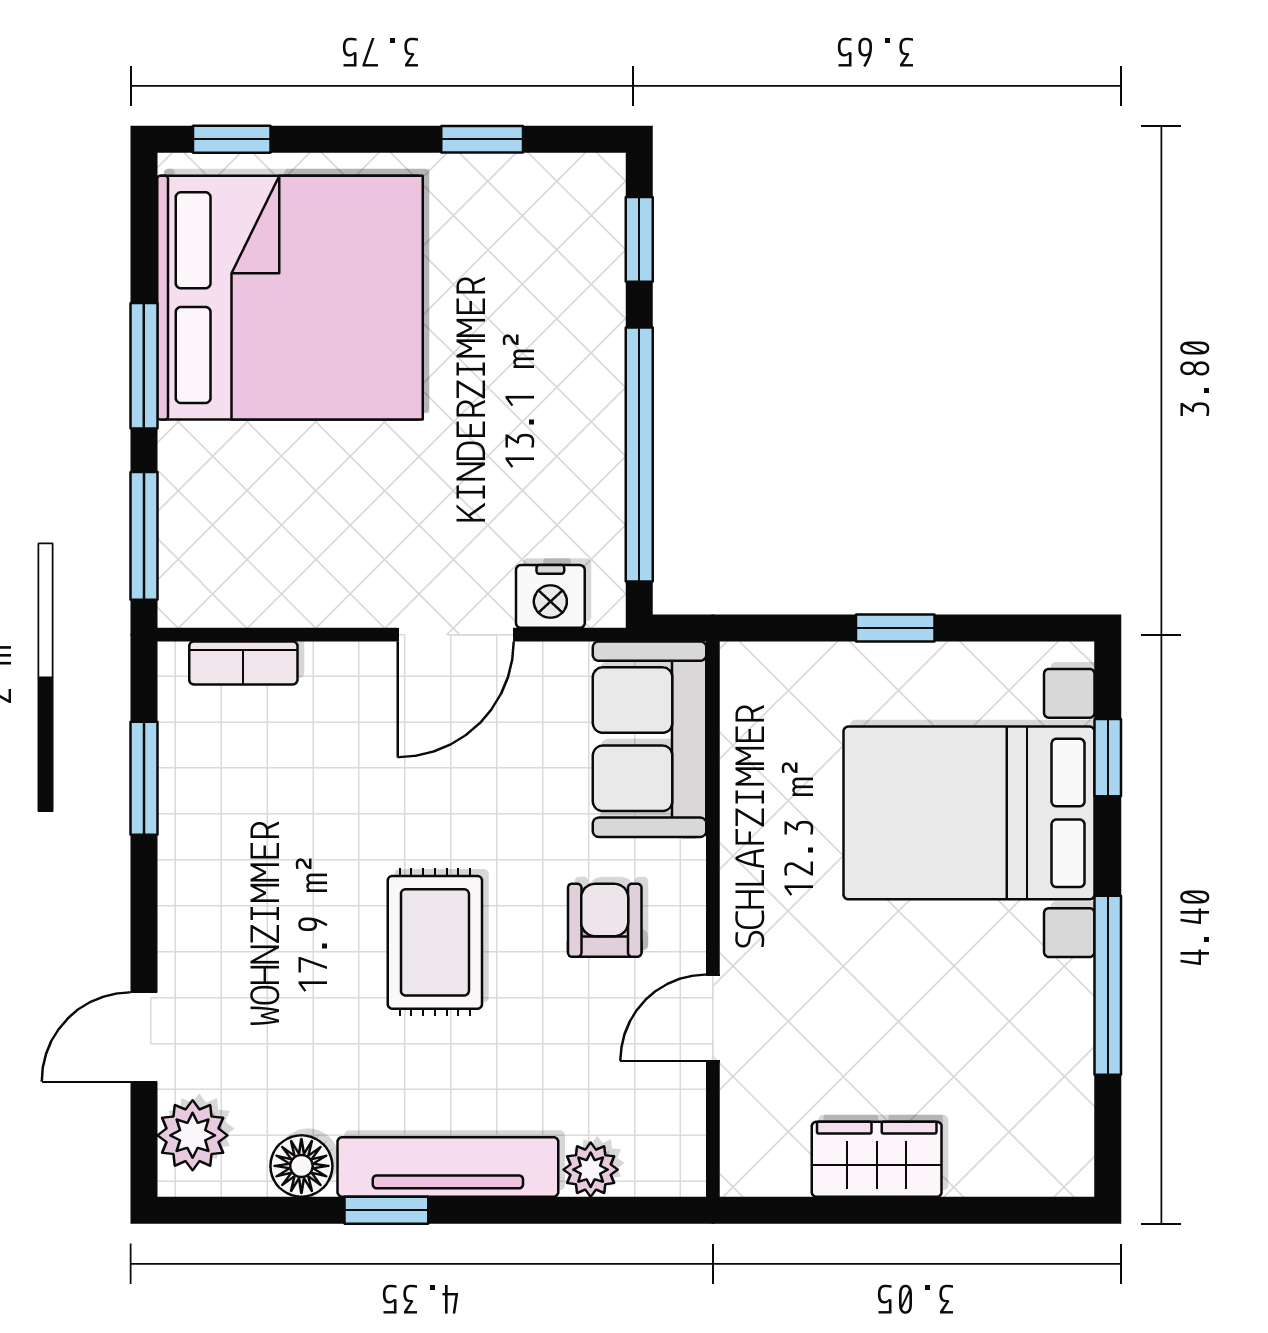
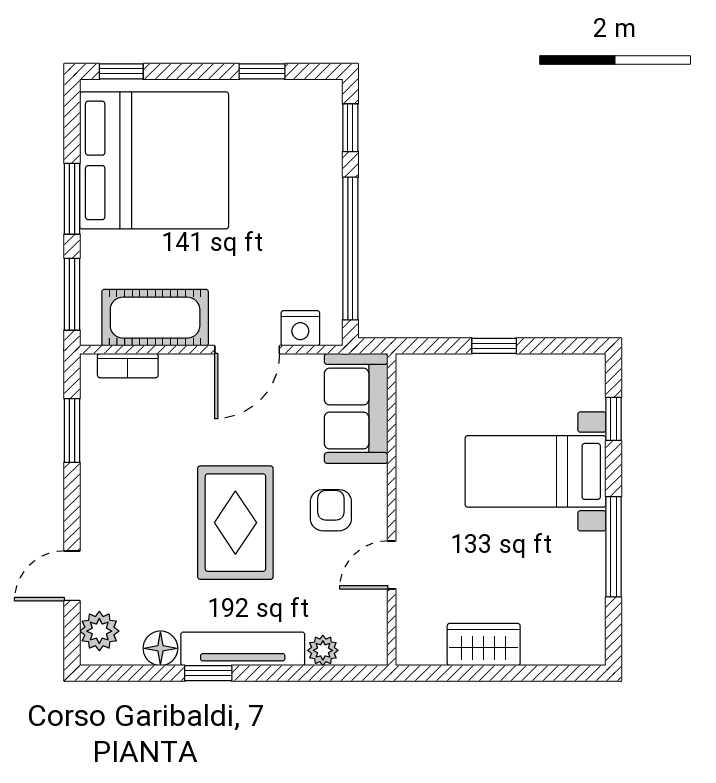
cot: (292, 577) -> (155, 318), added
bed with nightstands: (969, 813) -> (536, 471), width x0.73
rug: (435, 942) -> (235, 523), width x1.36, depth x1.43

